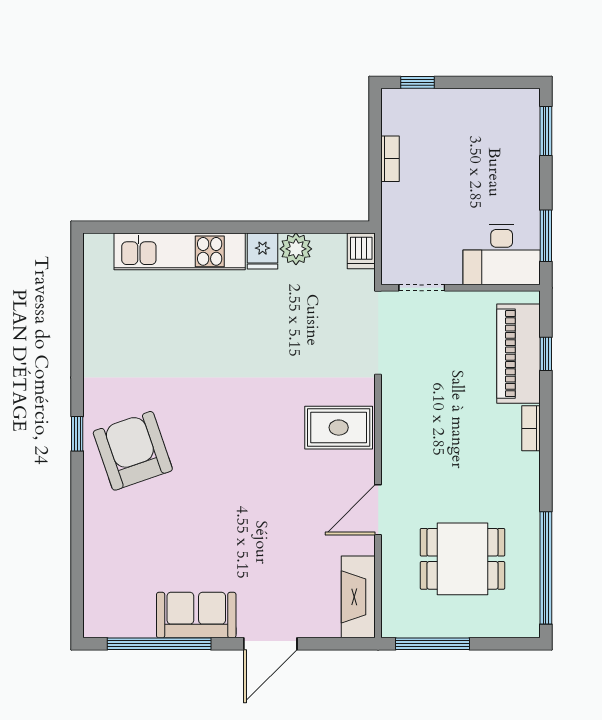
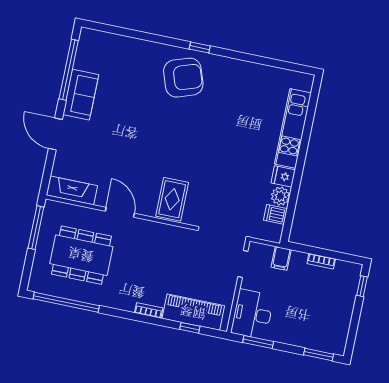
filing cabinet: (399, 226) -> (281, 258), added
dishwasher: (361, 251) -> (275, 214), moved
dining table: (463, 559) -> (81, 255), width x1.38

